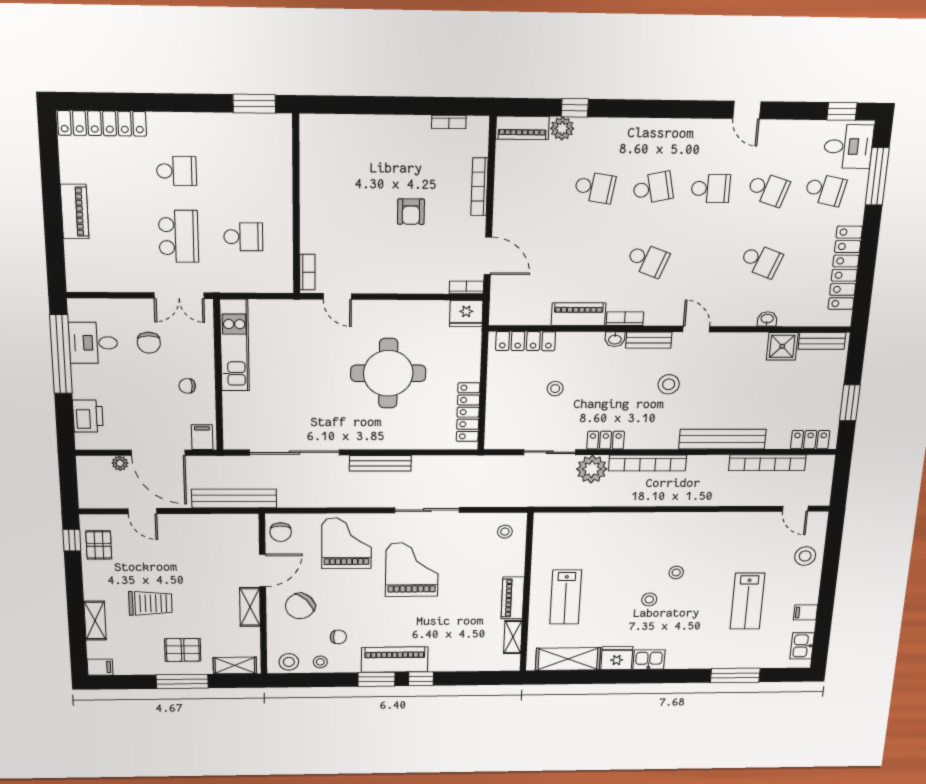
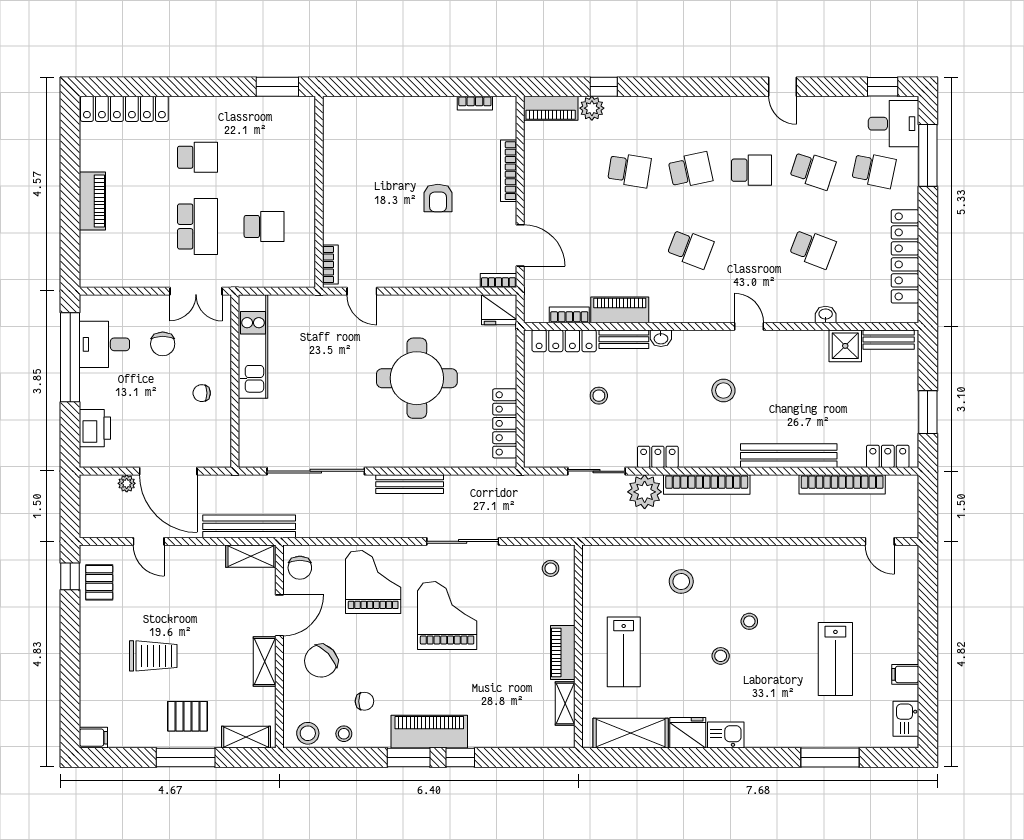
bookcase: (625, 319) -> (569, 315), moved
bench: (649, 340) -> (624, 339), moved
filing cabinet: (202, 437) -> (216, 453), removed
stool: (805, 556) -> (681, 581), moved
shelving: (95, 621) -> (251, 556), moved, turned 90

